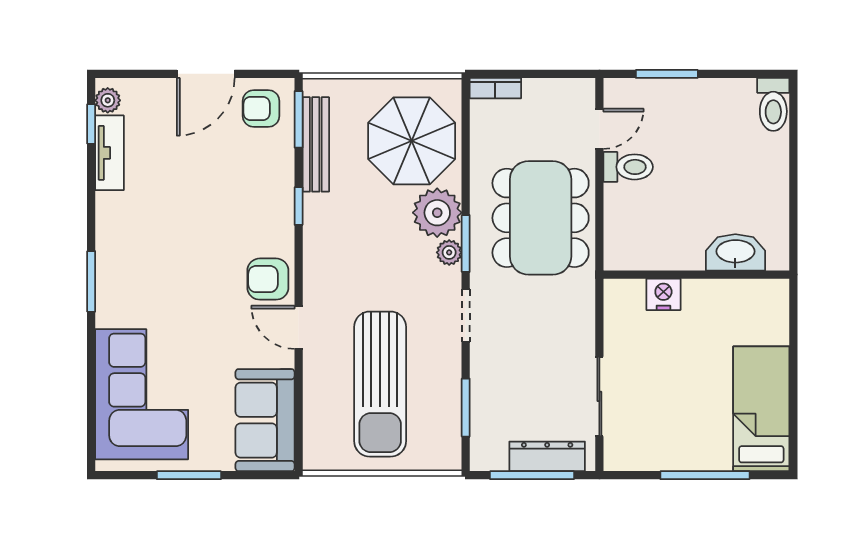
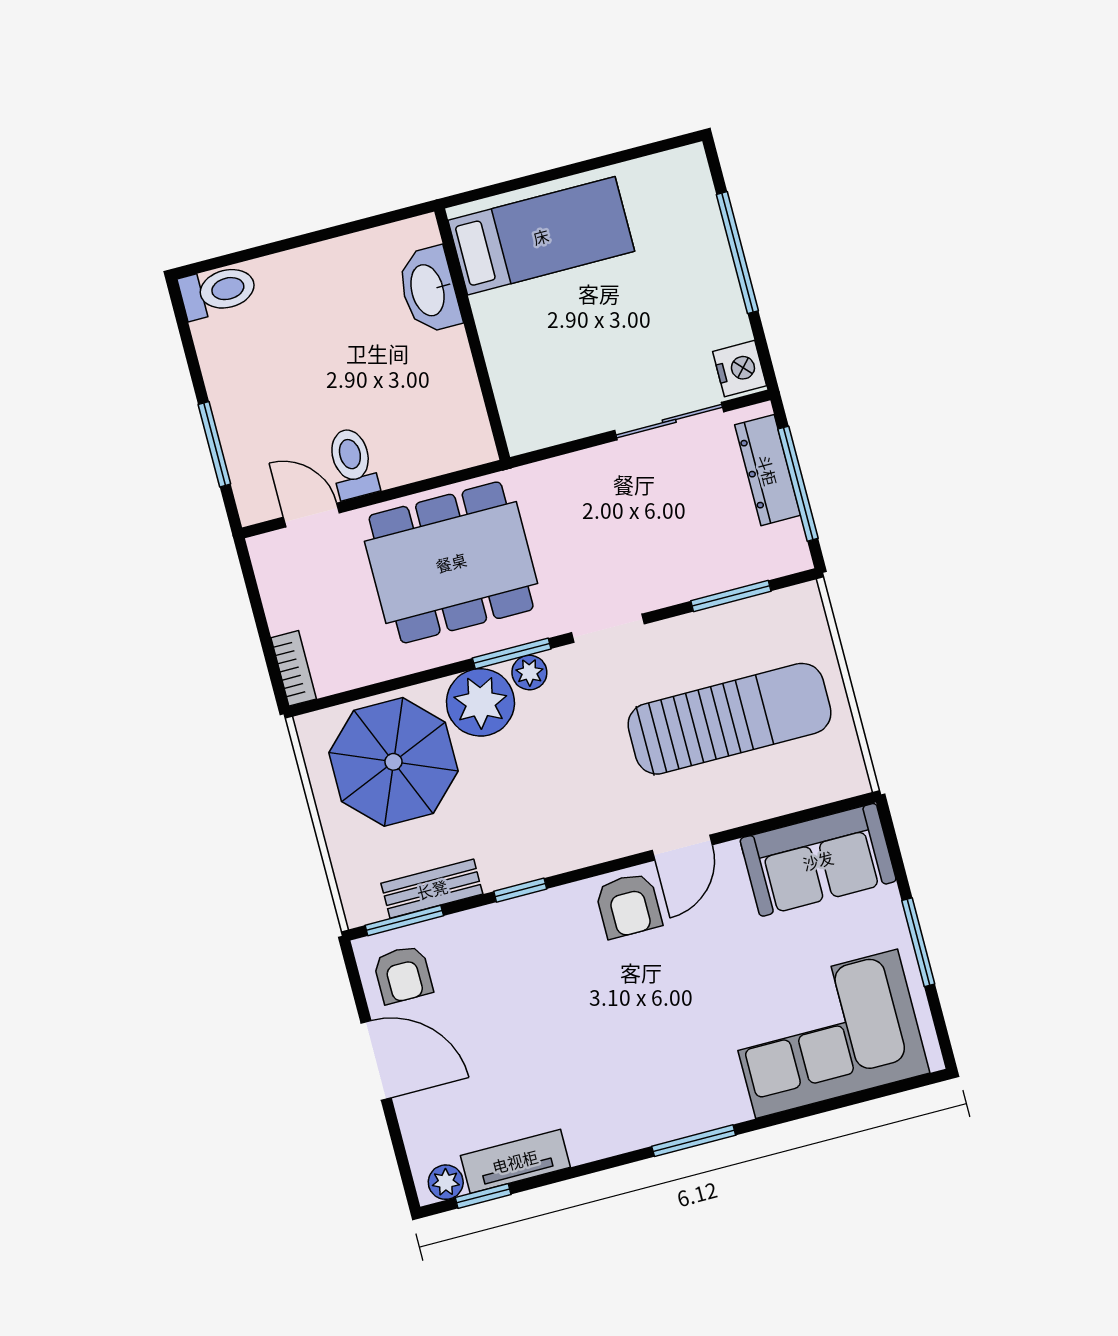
bench: (316, 144) -> (432, 889), width x0.73
nightstand: (663, 294) -> (740, 369), moved, turned 180
bed: (761, 409) -> (541, 236), moved, turned 180

